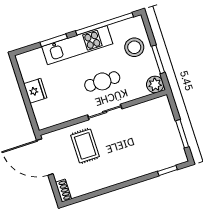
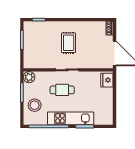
fridge: (35, 91) -> (107, 80), moved
rug: (85, 146) -> (69, 43), moved

